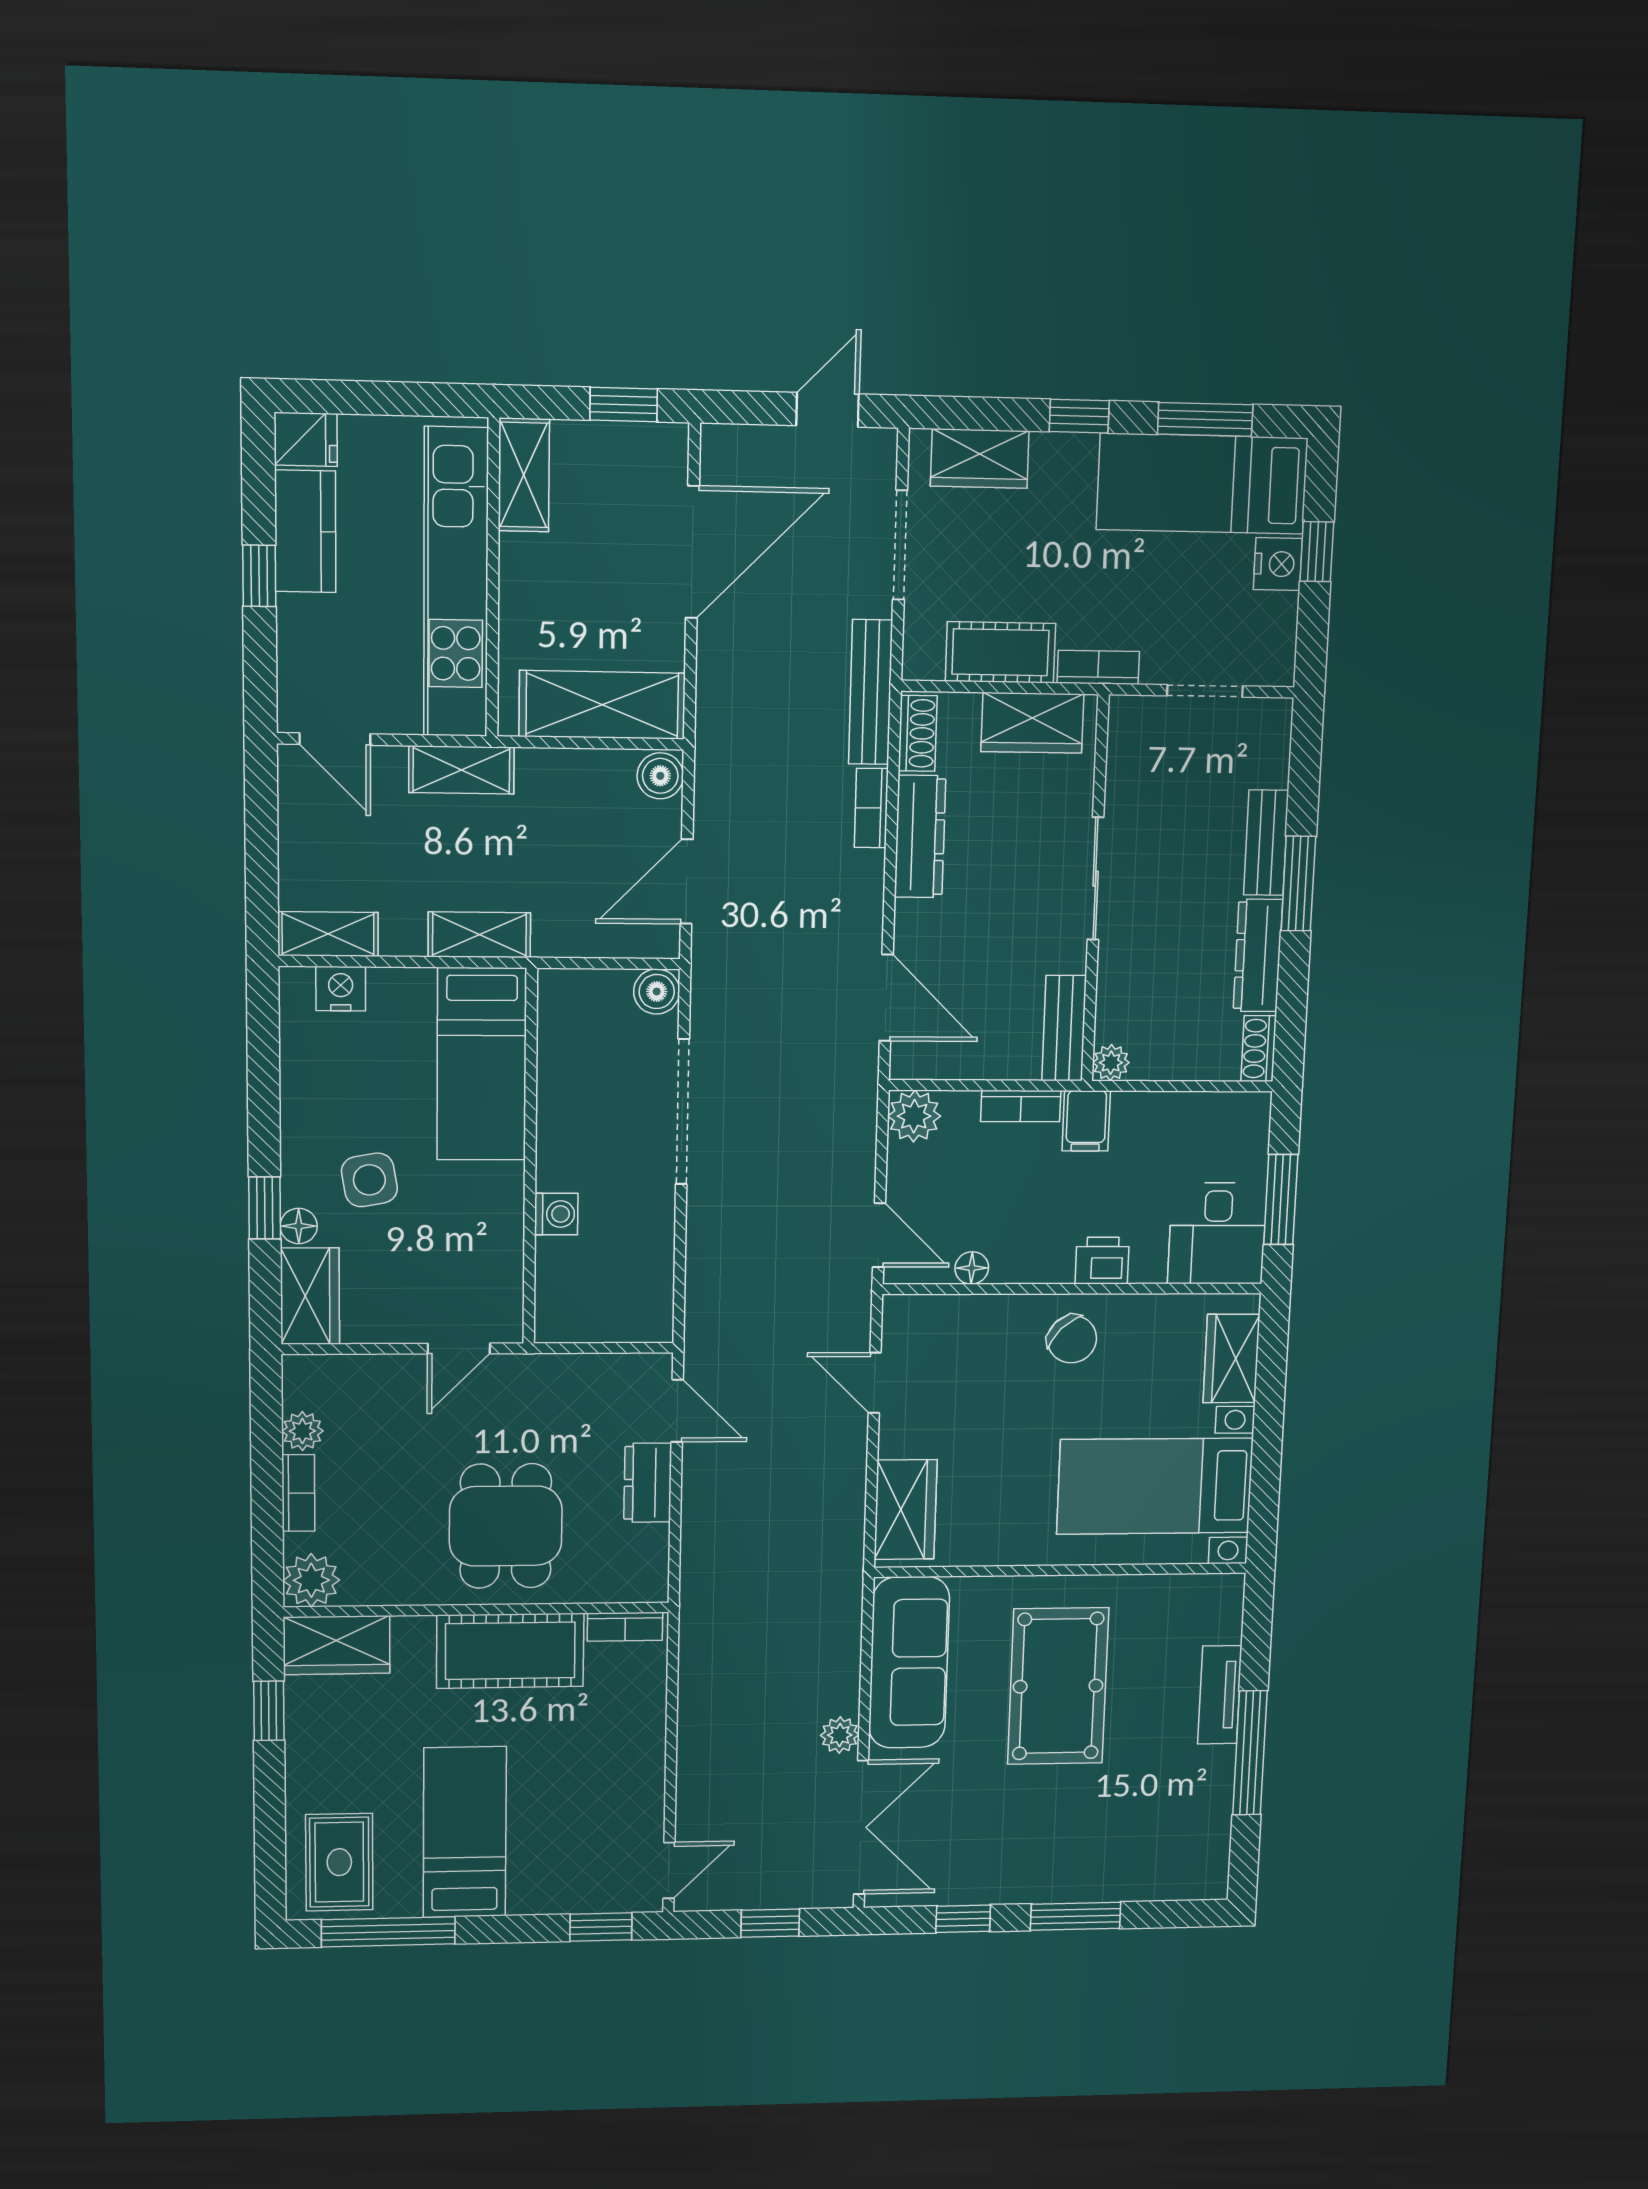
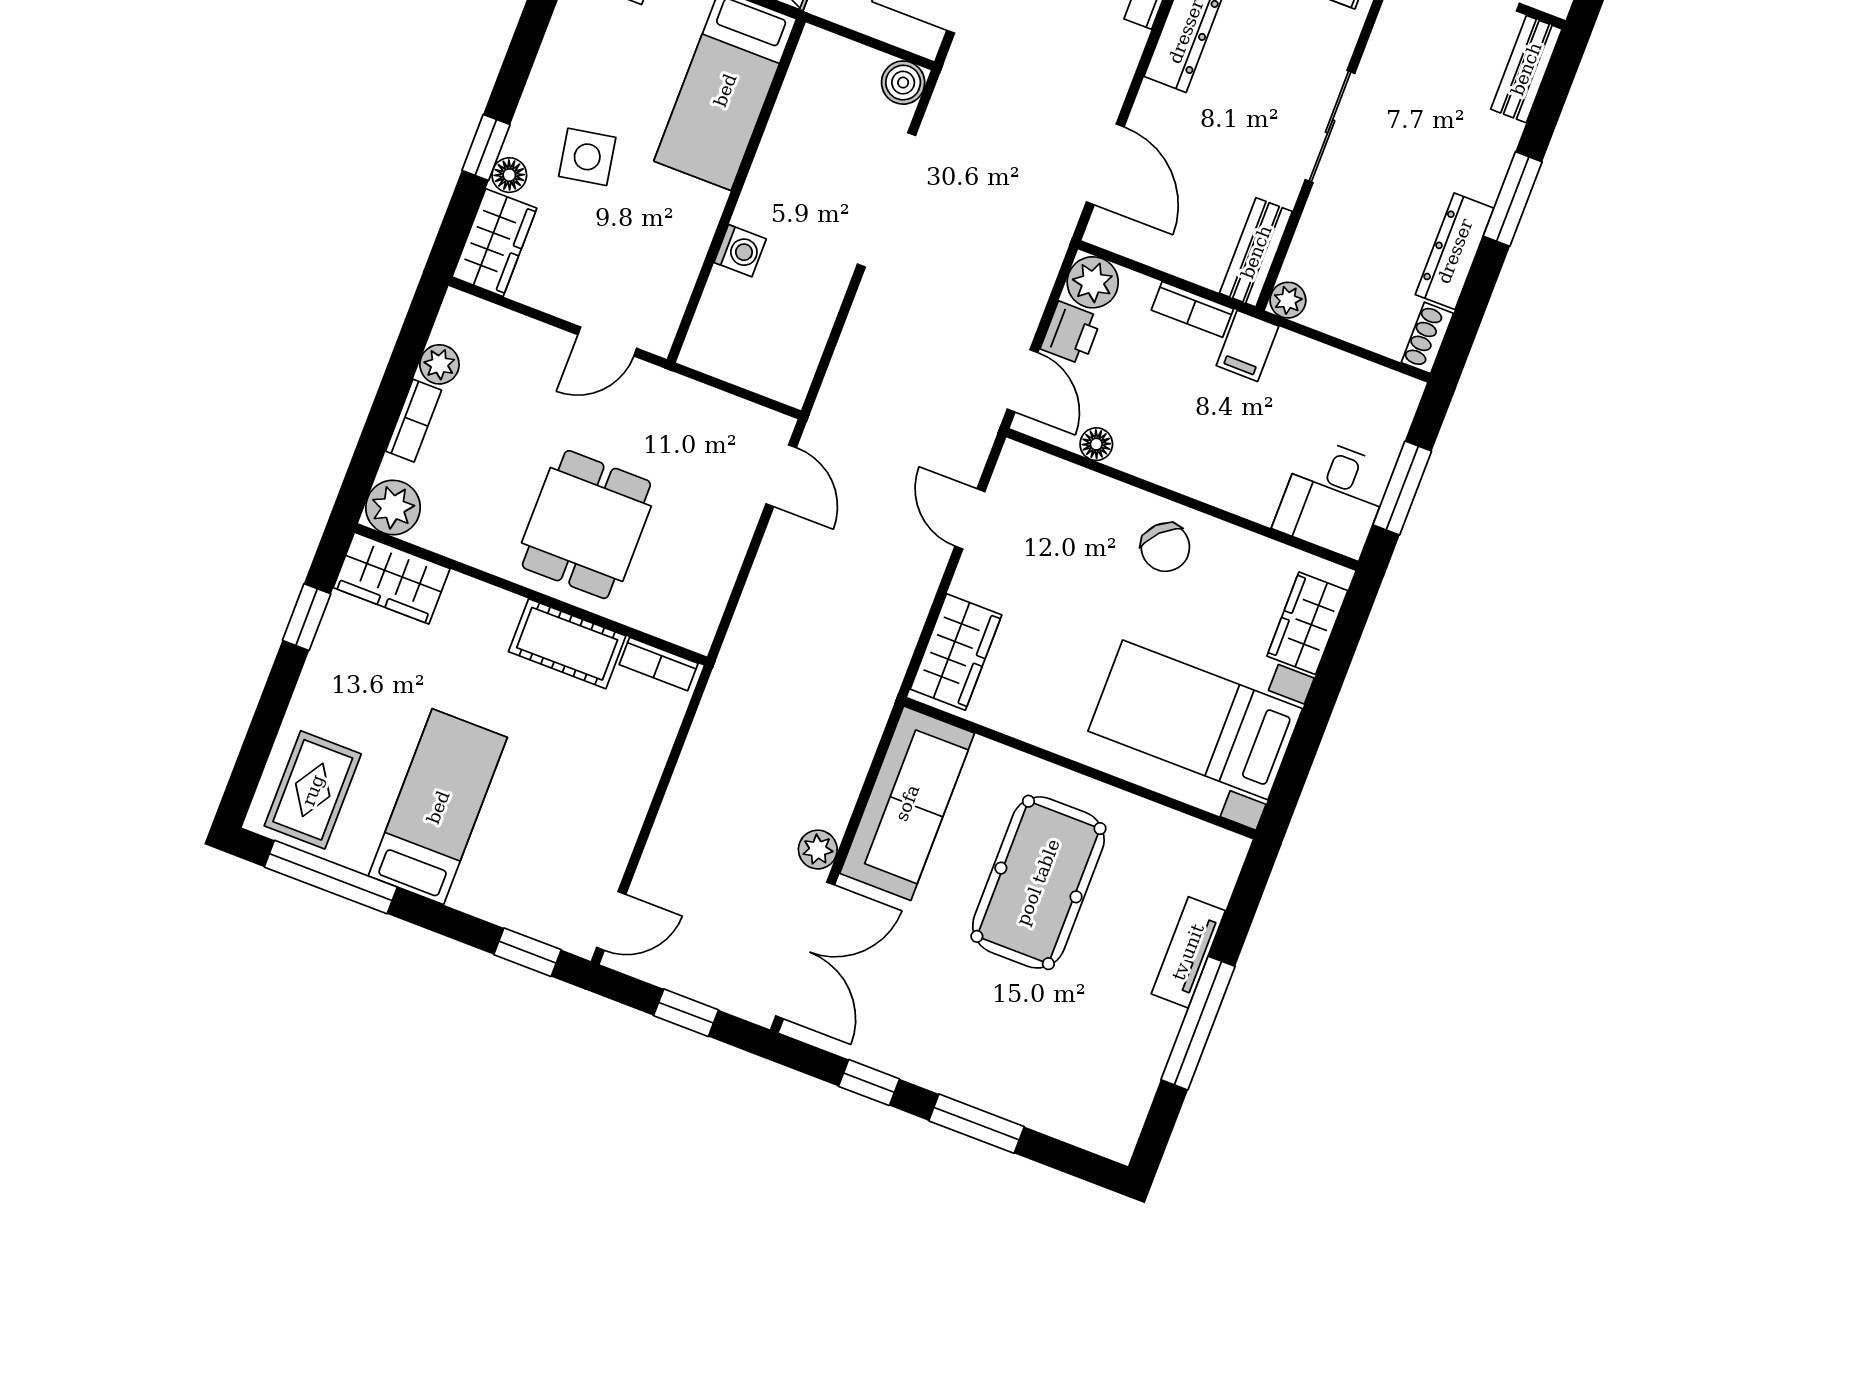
bench: (1266, 843) -> (1526, 69), moved
printer: (1102, 1261) -> (1071, 333), moved, turned 90
dresser: (648, 1483) -> (730, 534), removed
cot: (510, 1651) -> (567, 644), width x0.73, depth x0.75

